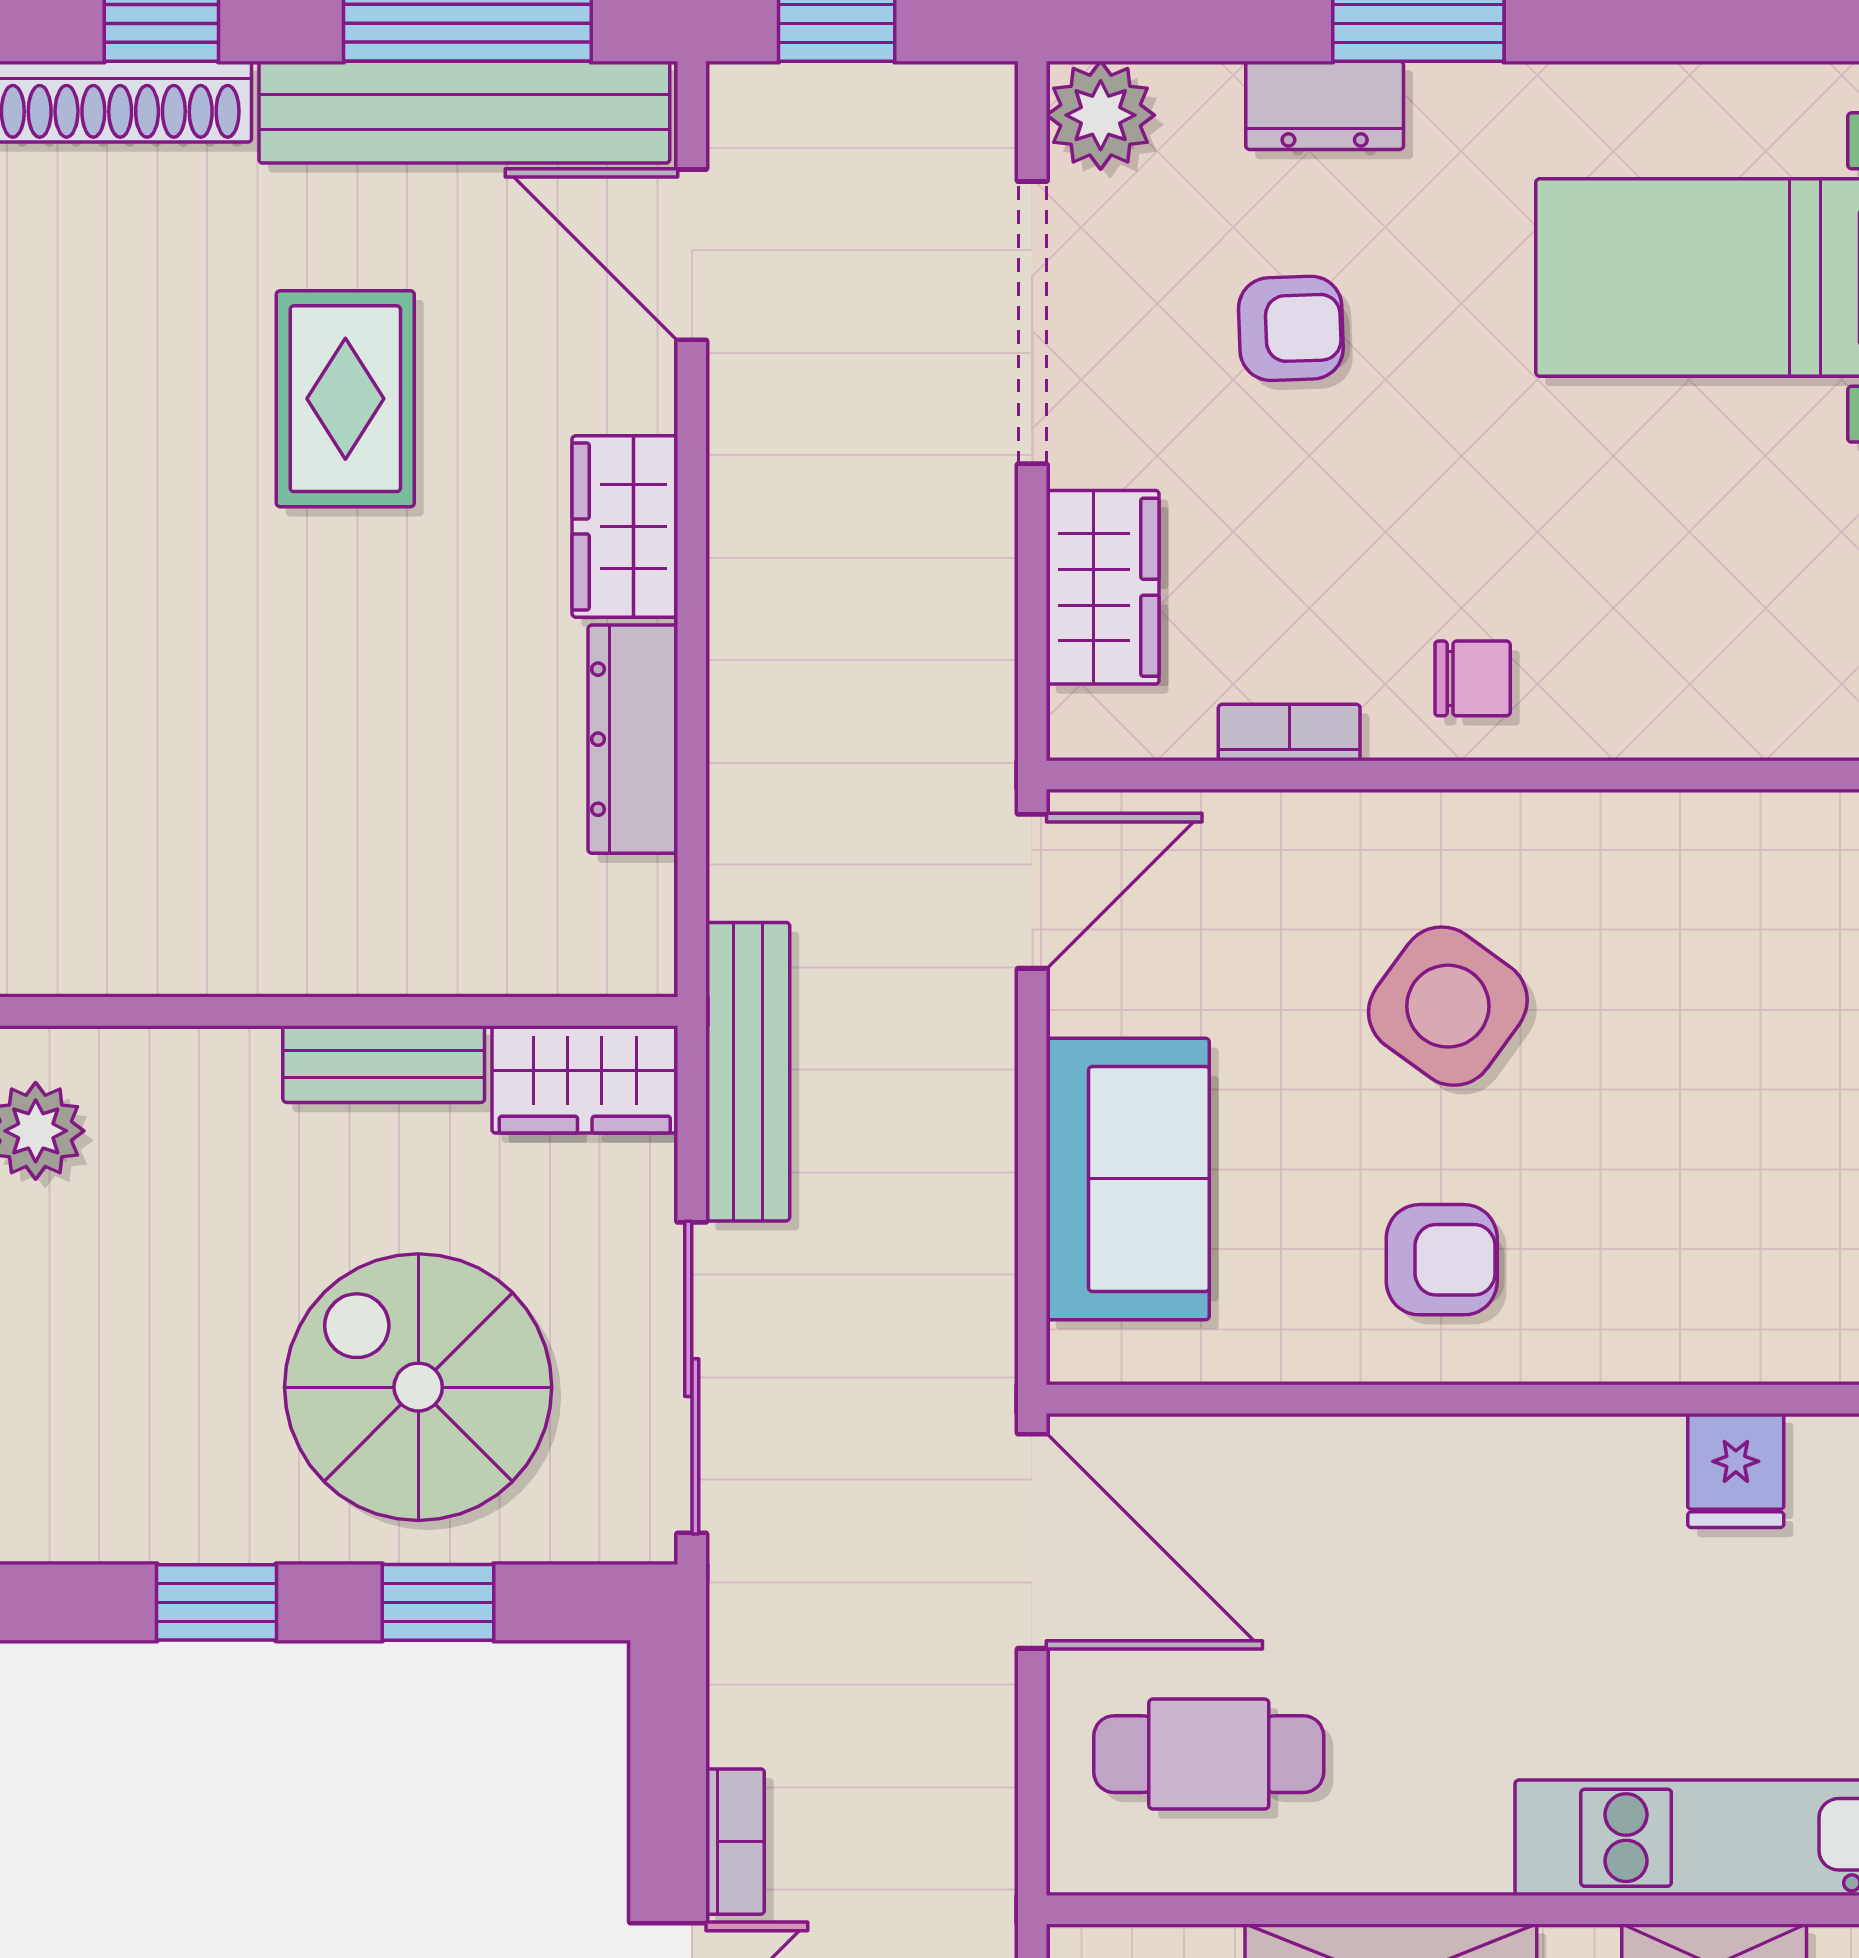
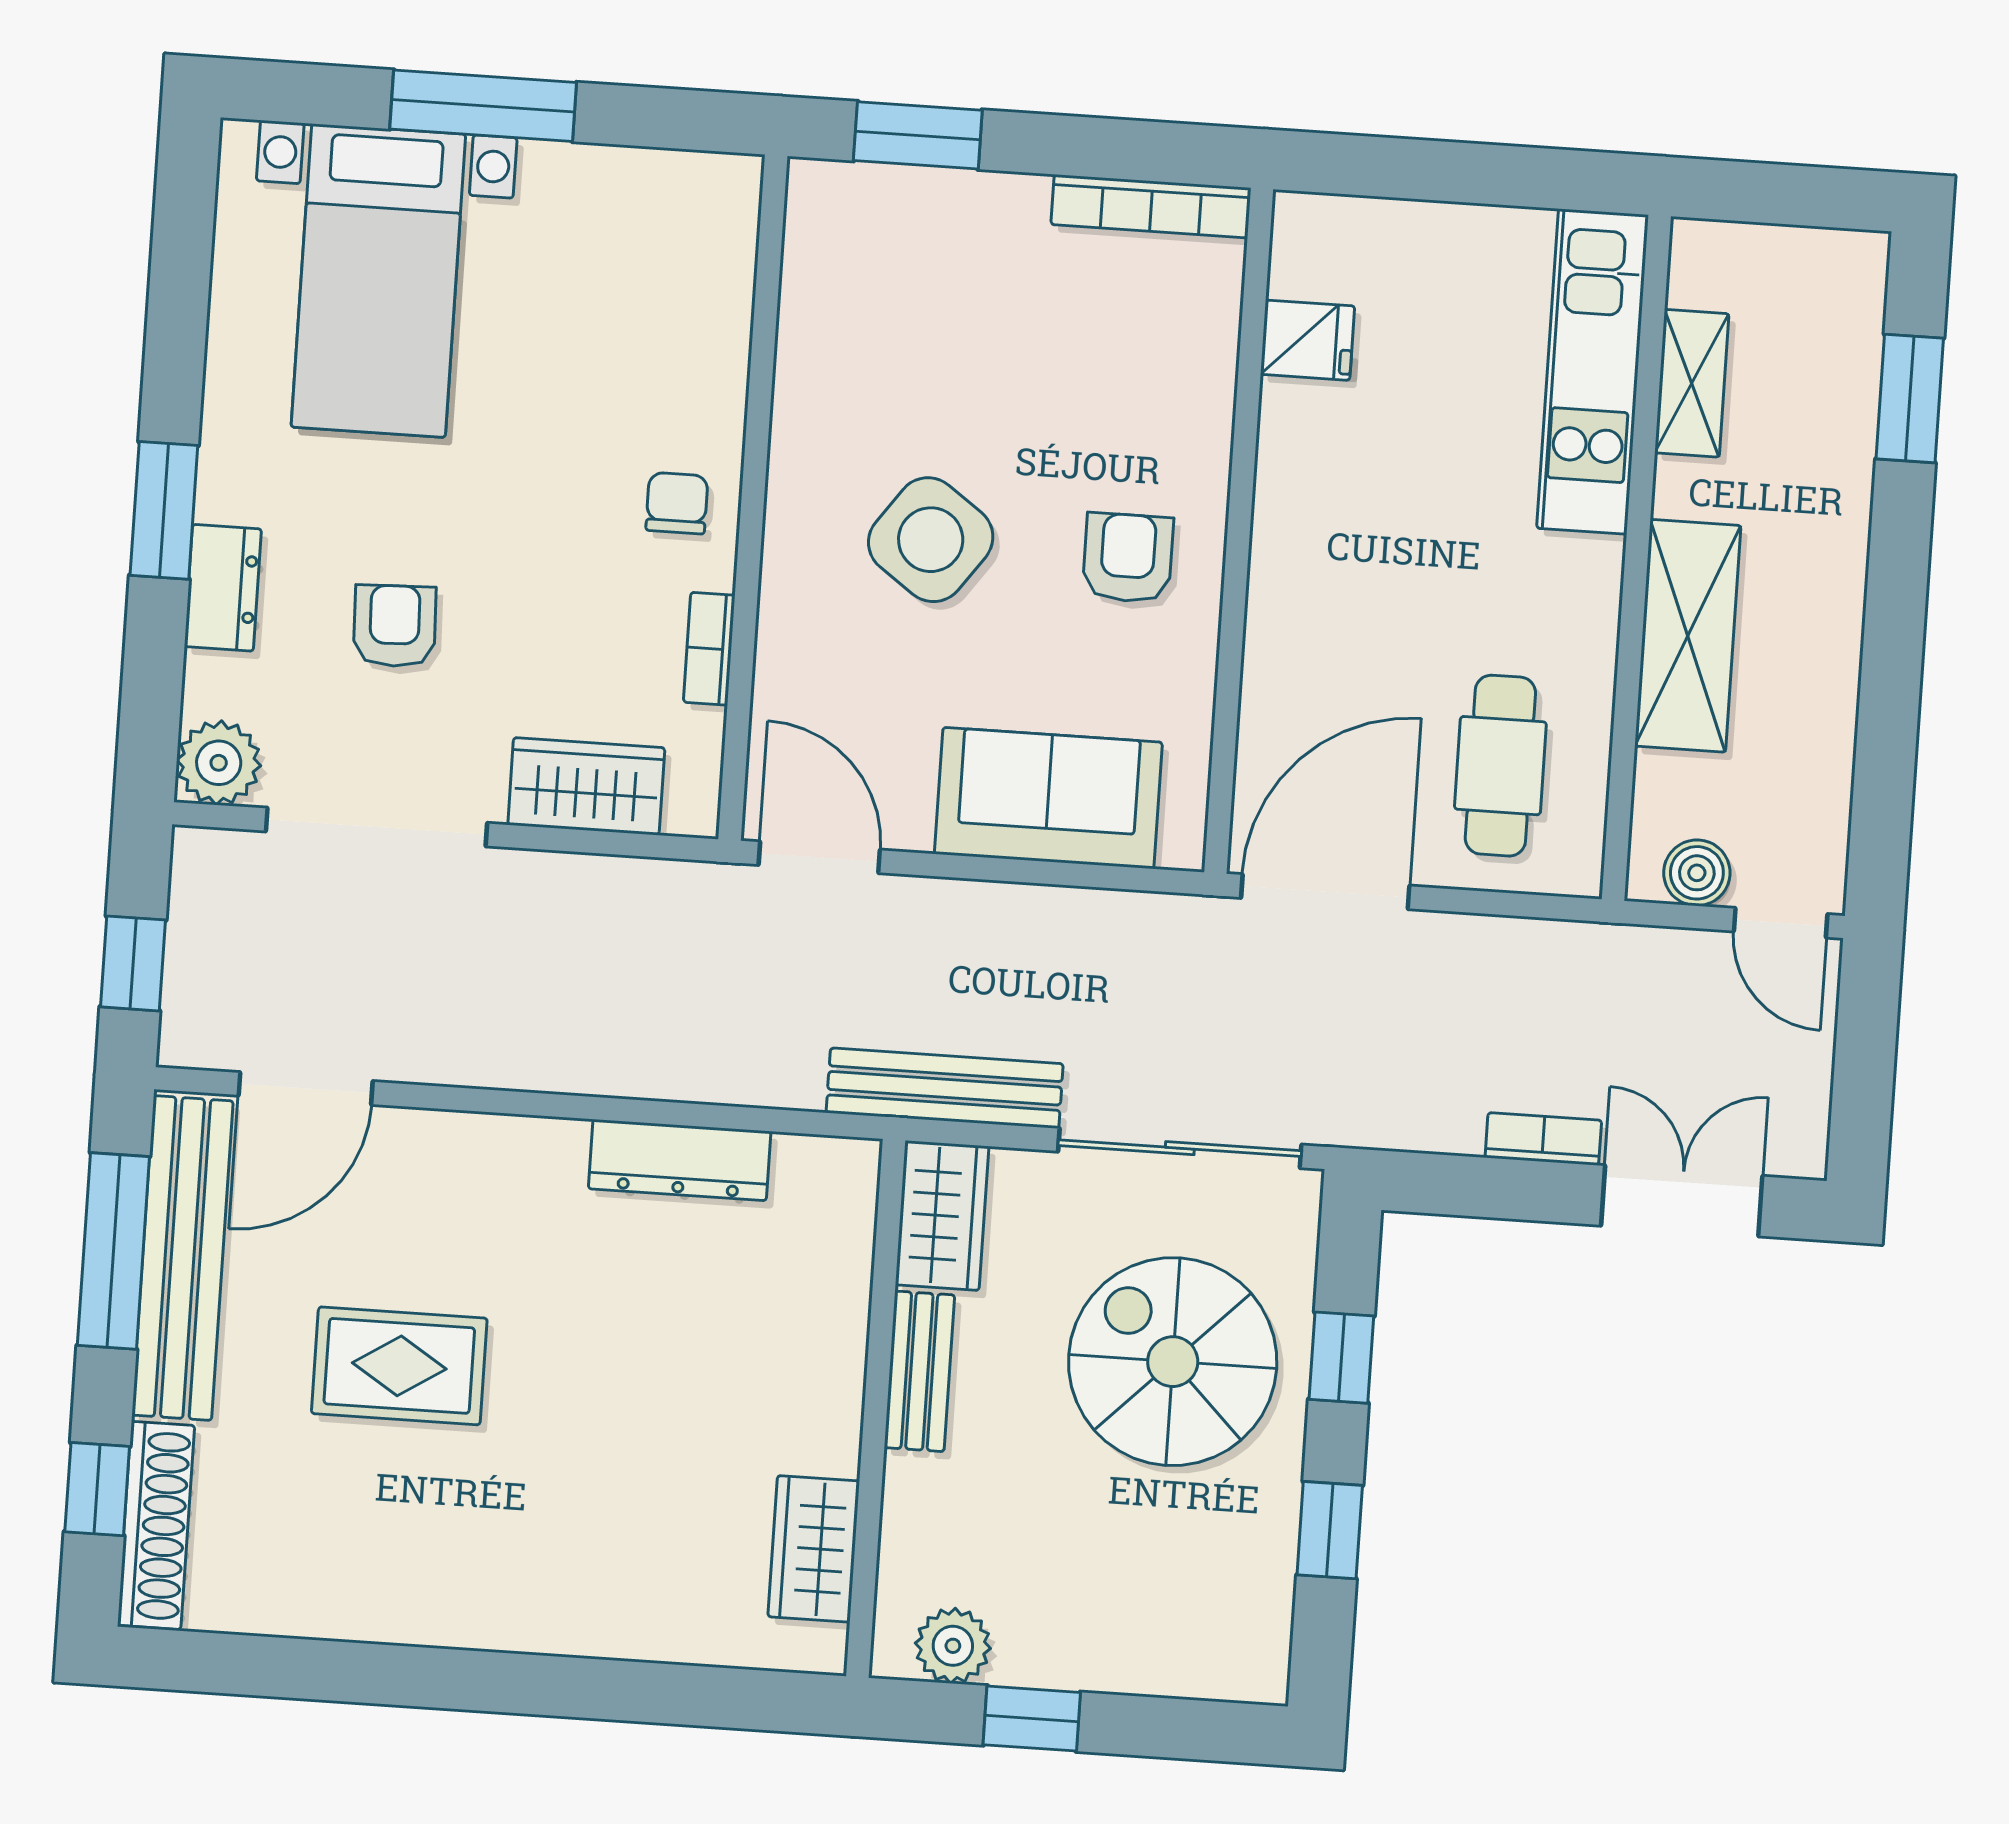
wardrobe: (625, 526) -> (814, 1549), moved, turned 90
spiral stairs: (418, 1387) -> (1173, 1362), turned 90

